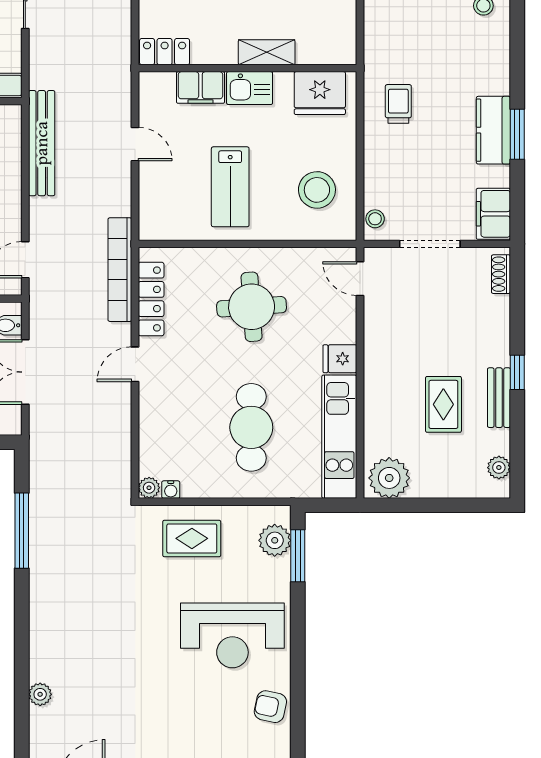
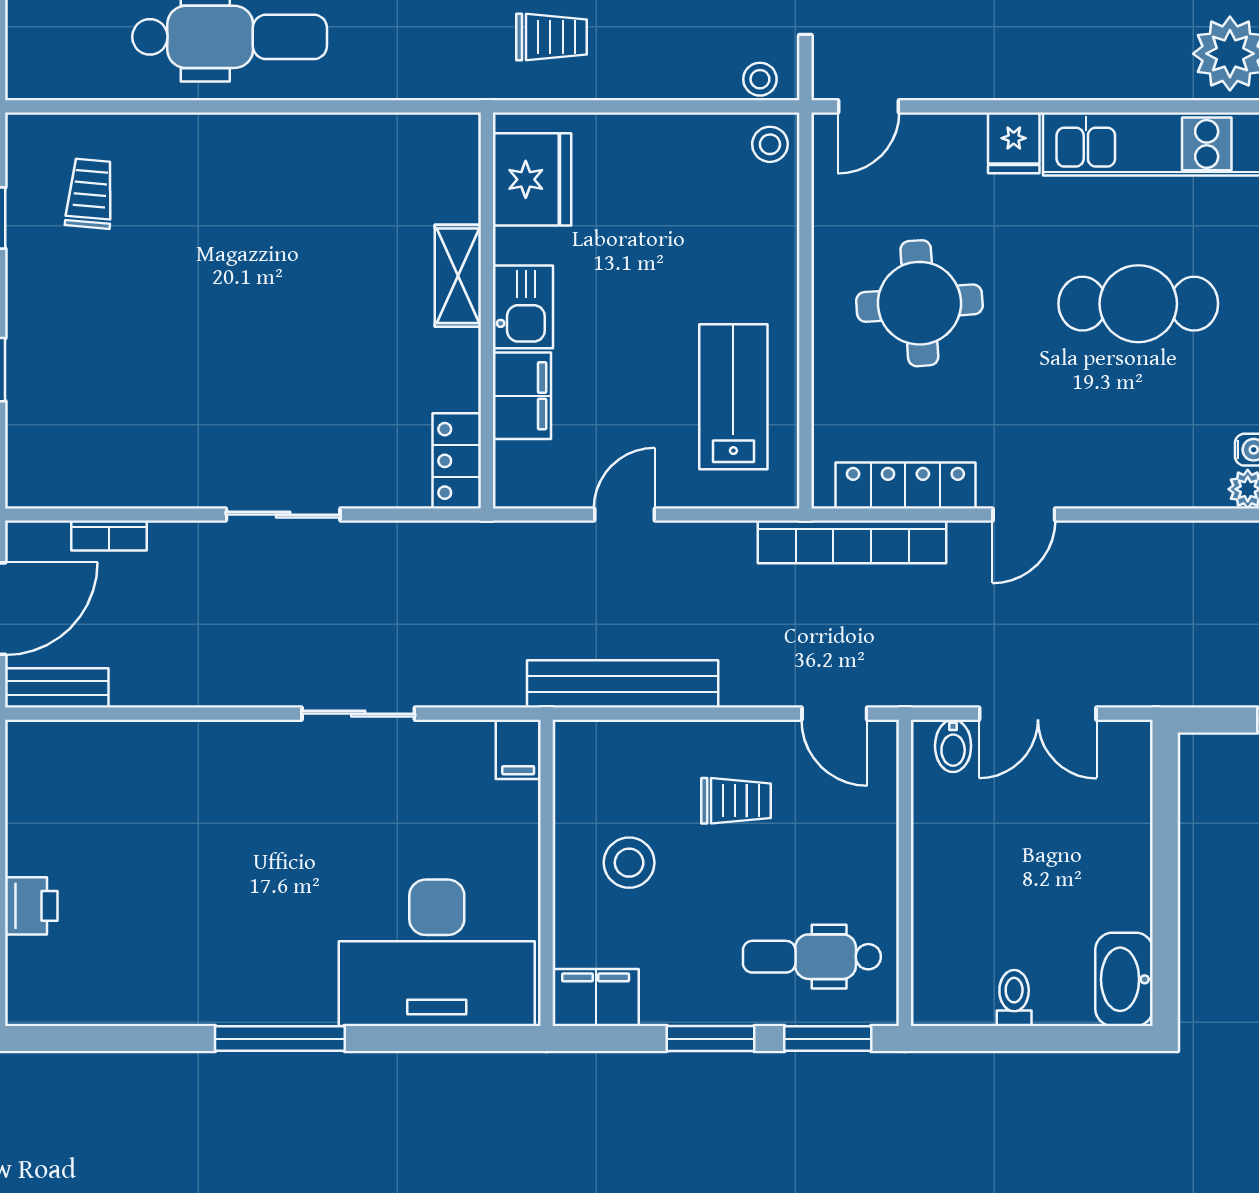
trolley: (398, 104) -> (552, 37), turned 180
lab bench: (230, 187) -> (733, 397), moved, turned -90
stool: (317, 190) -> (770, 144), moved, width x0.53, depth x0.53
door: (135, 364) -> (1024, 515), hinge flipped

